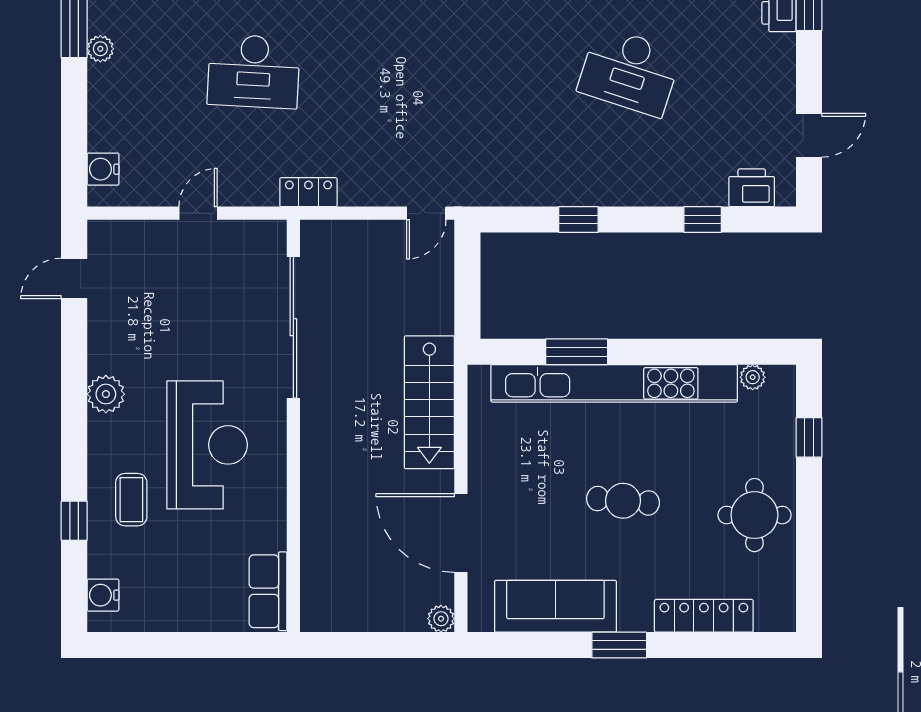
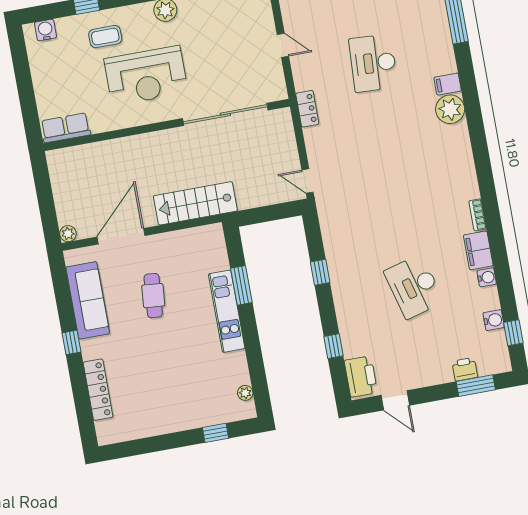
desk: (630, 71) -> (414, 287), turned -33
printer: (752, 188) -> (361, 377), width x1.37, depth x1.19
kitchen unit: (614, 383) -> (227, 311), width x0.54
cafe table: (623, 501) -> (153, 296), moved
round table: (754, 515) -> (163, 409), removed
window: (619, 645) -> (72, 342), width x0.67

